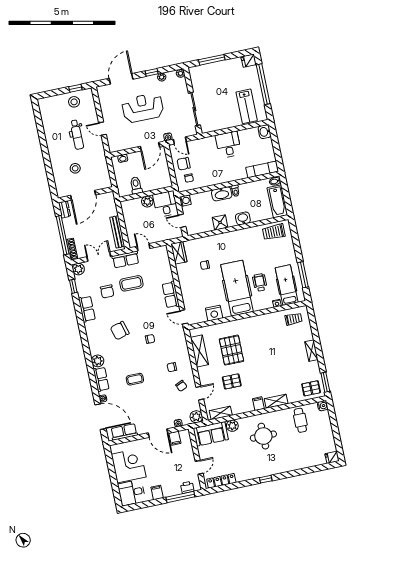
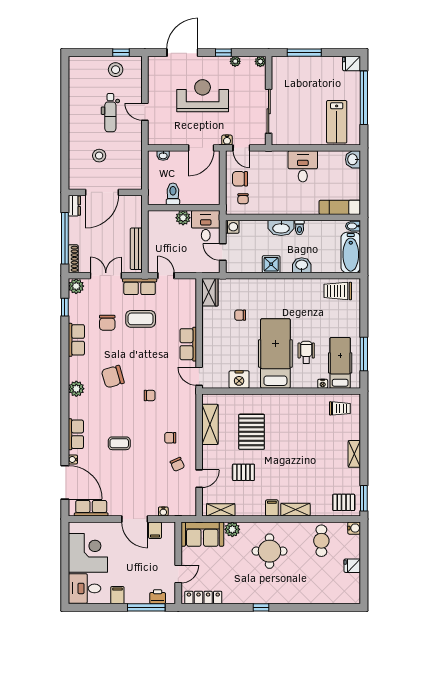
plant: (98, 361) -> (76, 389), moved
plant: (196, 417) -> (188, 508), removed
fridge: (332, 457) -> (352, 566), moved

